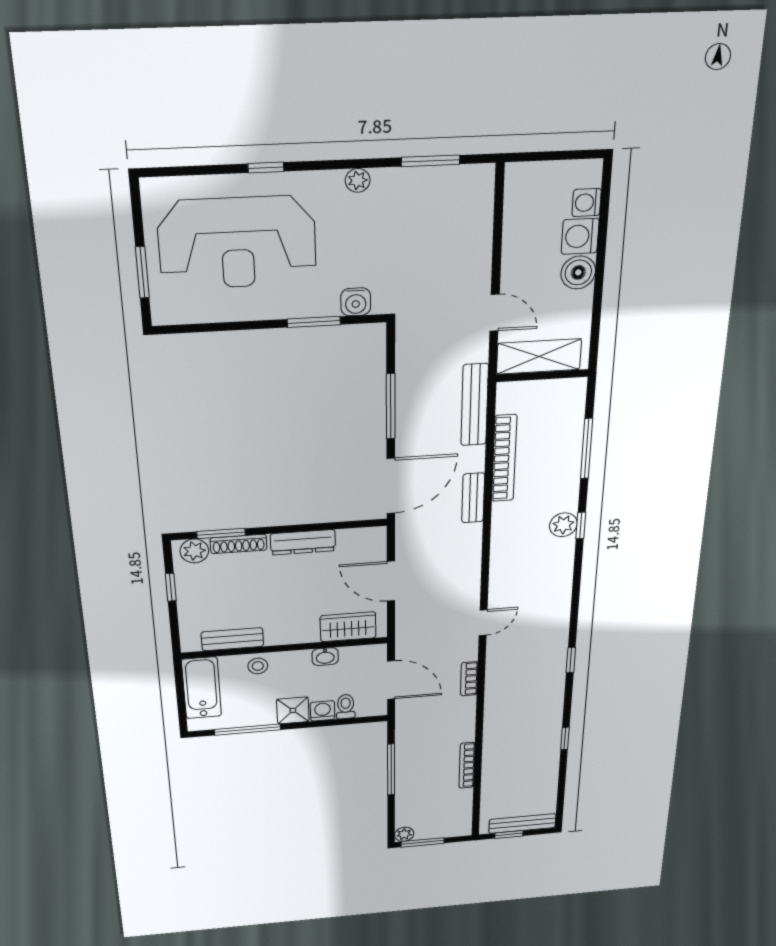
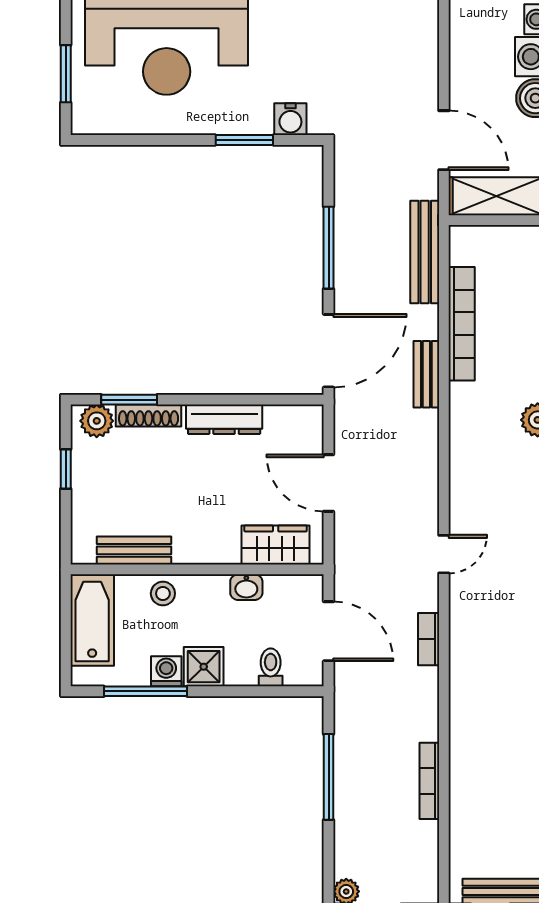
door: (495, 313) -> (444, 140), width x1.38
washing machine: (323, 711) -> (166, 671), moved

